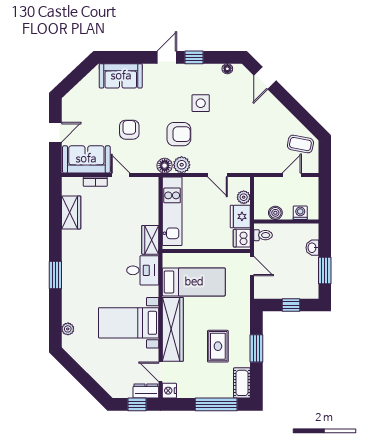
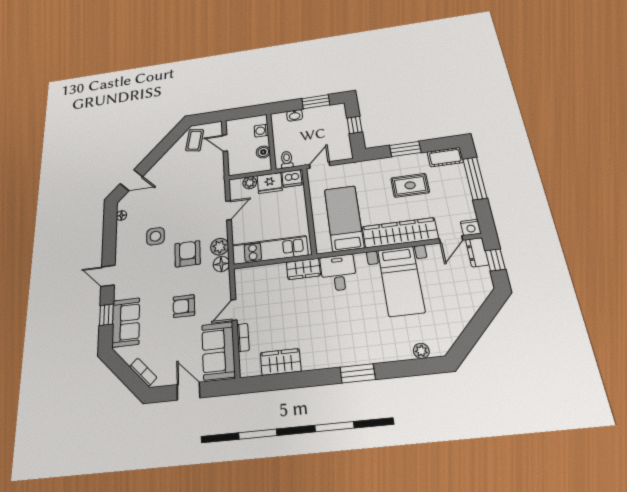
window: (194, 57) -> (106, 315), moved
bookcase: (75, 92) -> (143, 372), added

